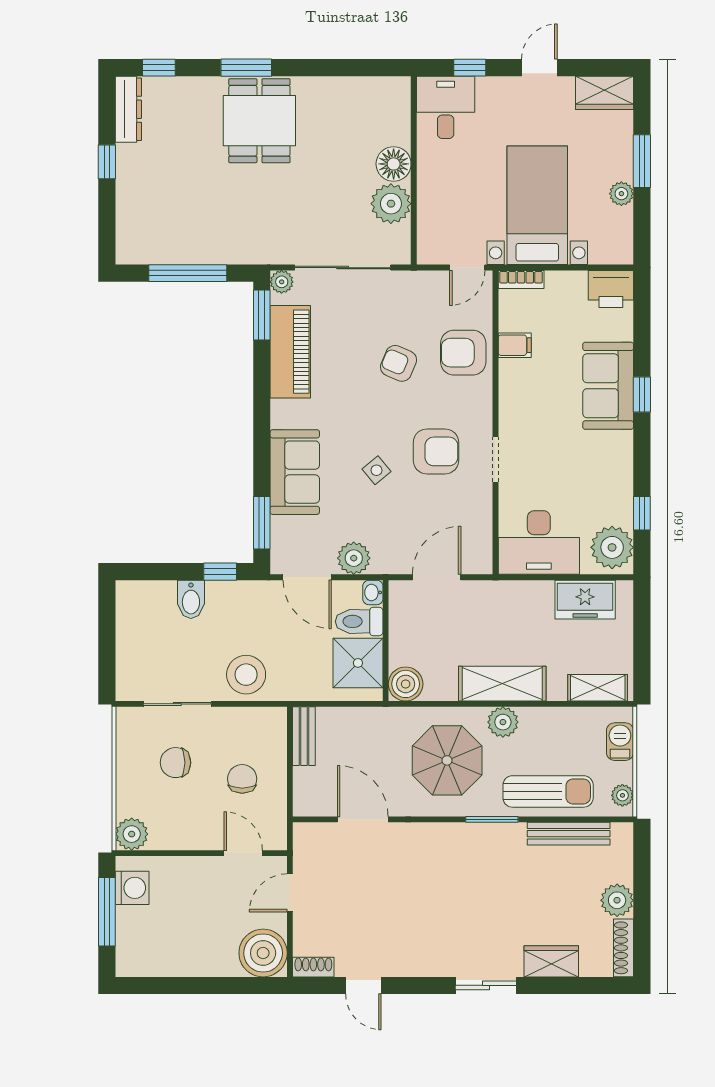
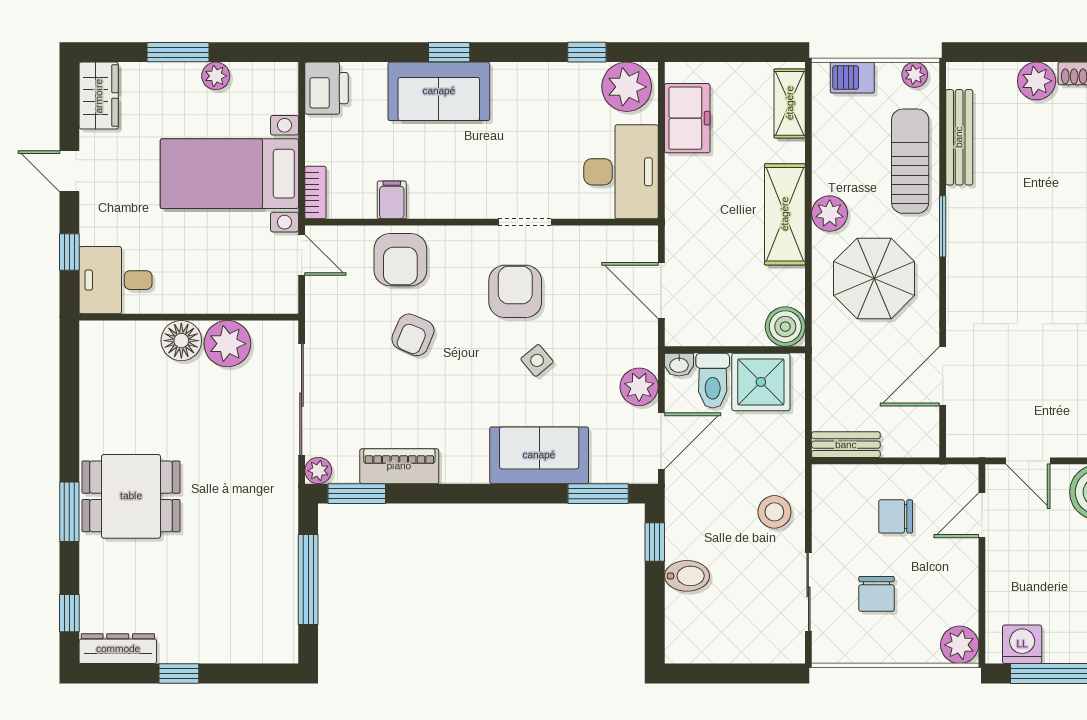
piano: (290, 352) -> (399, 466), width x0.73, depth x0.75
stool: (246, 675) -> (774, 512), width x0.73, depth x0.73

